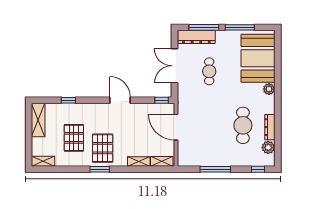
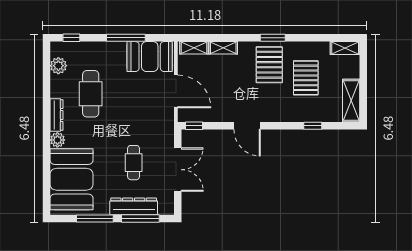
dresser: (196, 37) -> (134, 206), moved
dresser: (270, 127) -> (56, 115), moved
booth: (197, 155) -> (150, 57), added

